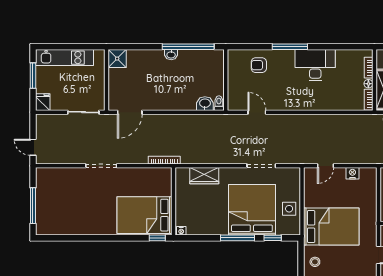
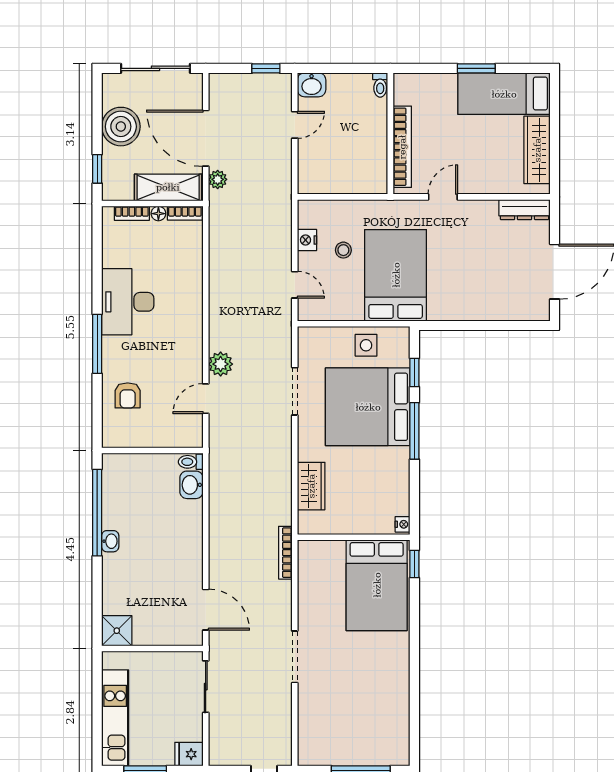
plant: (278, 121) -> (221, 364), added
stool: (315, 262) -> (343, 250), moved

